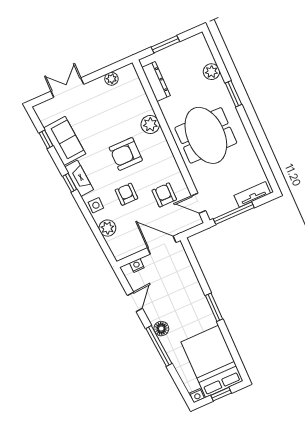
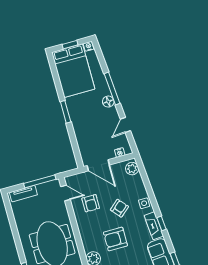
armchair: (126, 154) -> (115, 239), turned 180
armchair: (126, 194) -> (119, 208), turned -131
plant: (107, 228) -> (132, 169), moved

